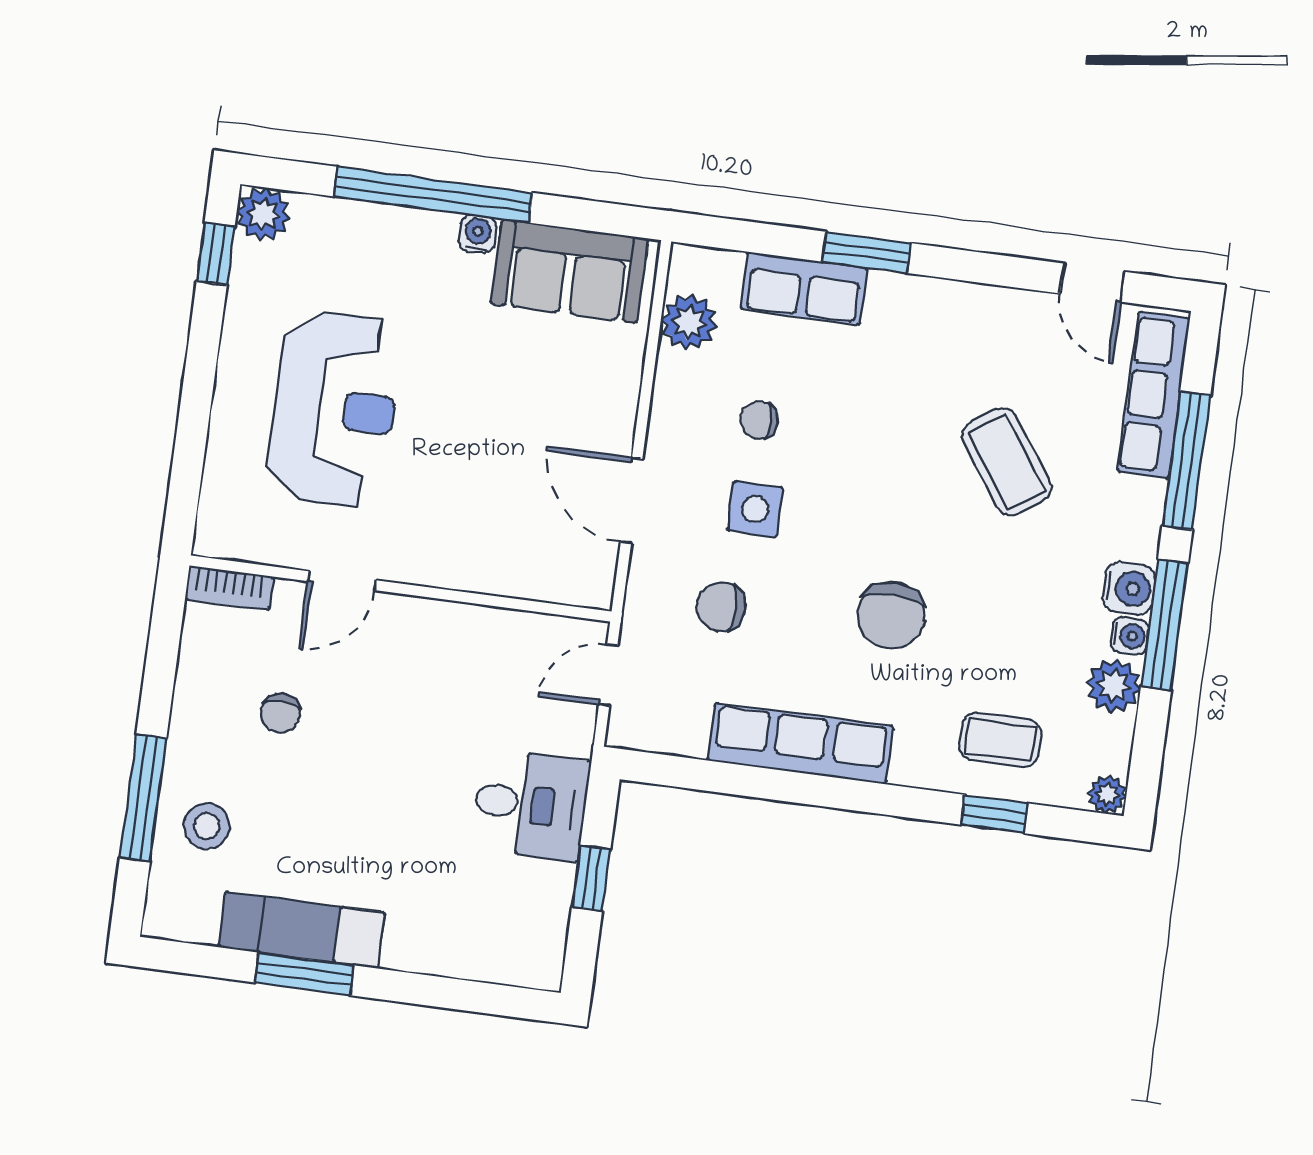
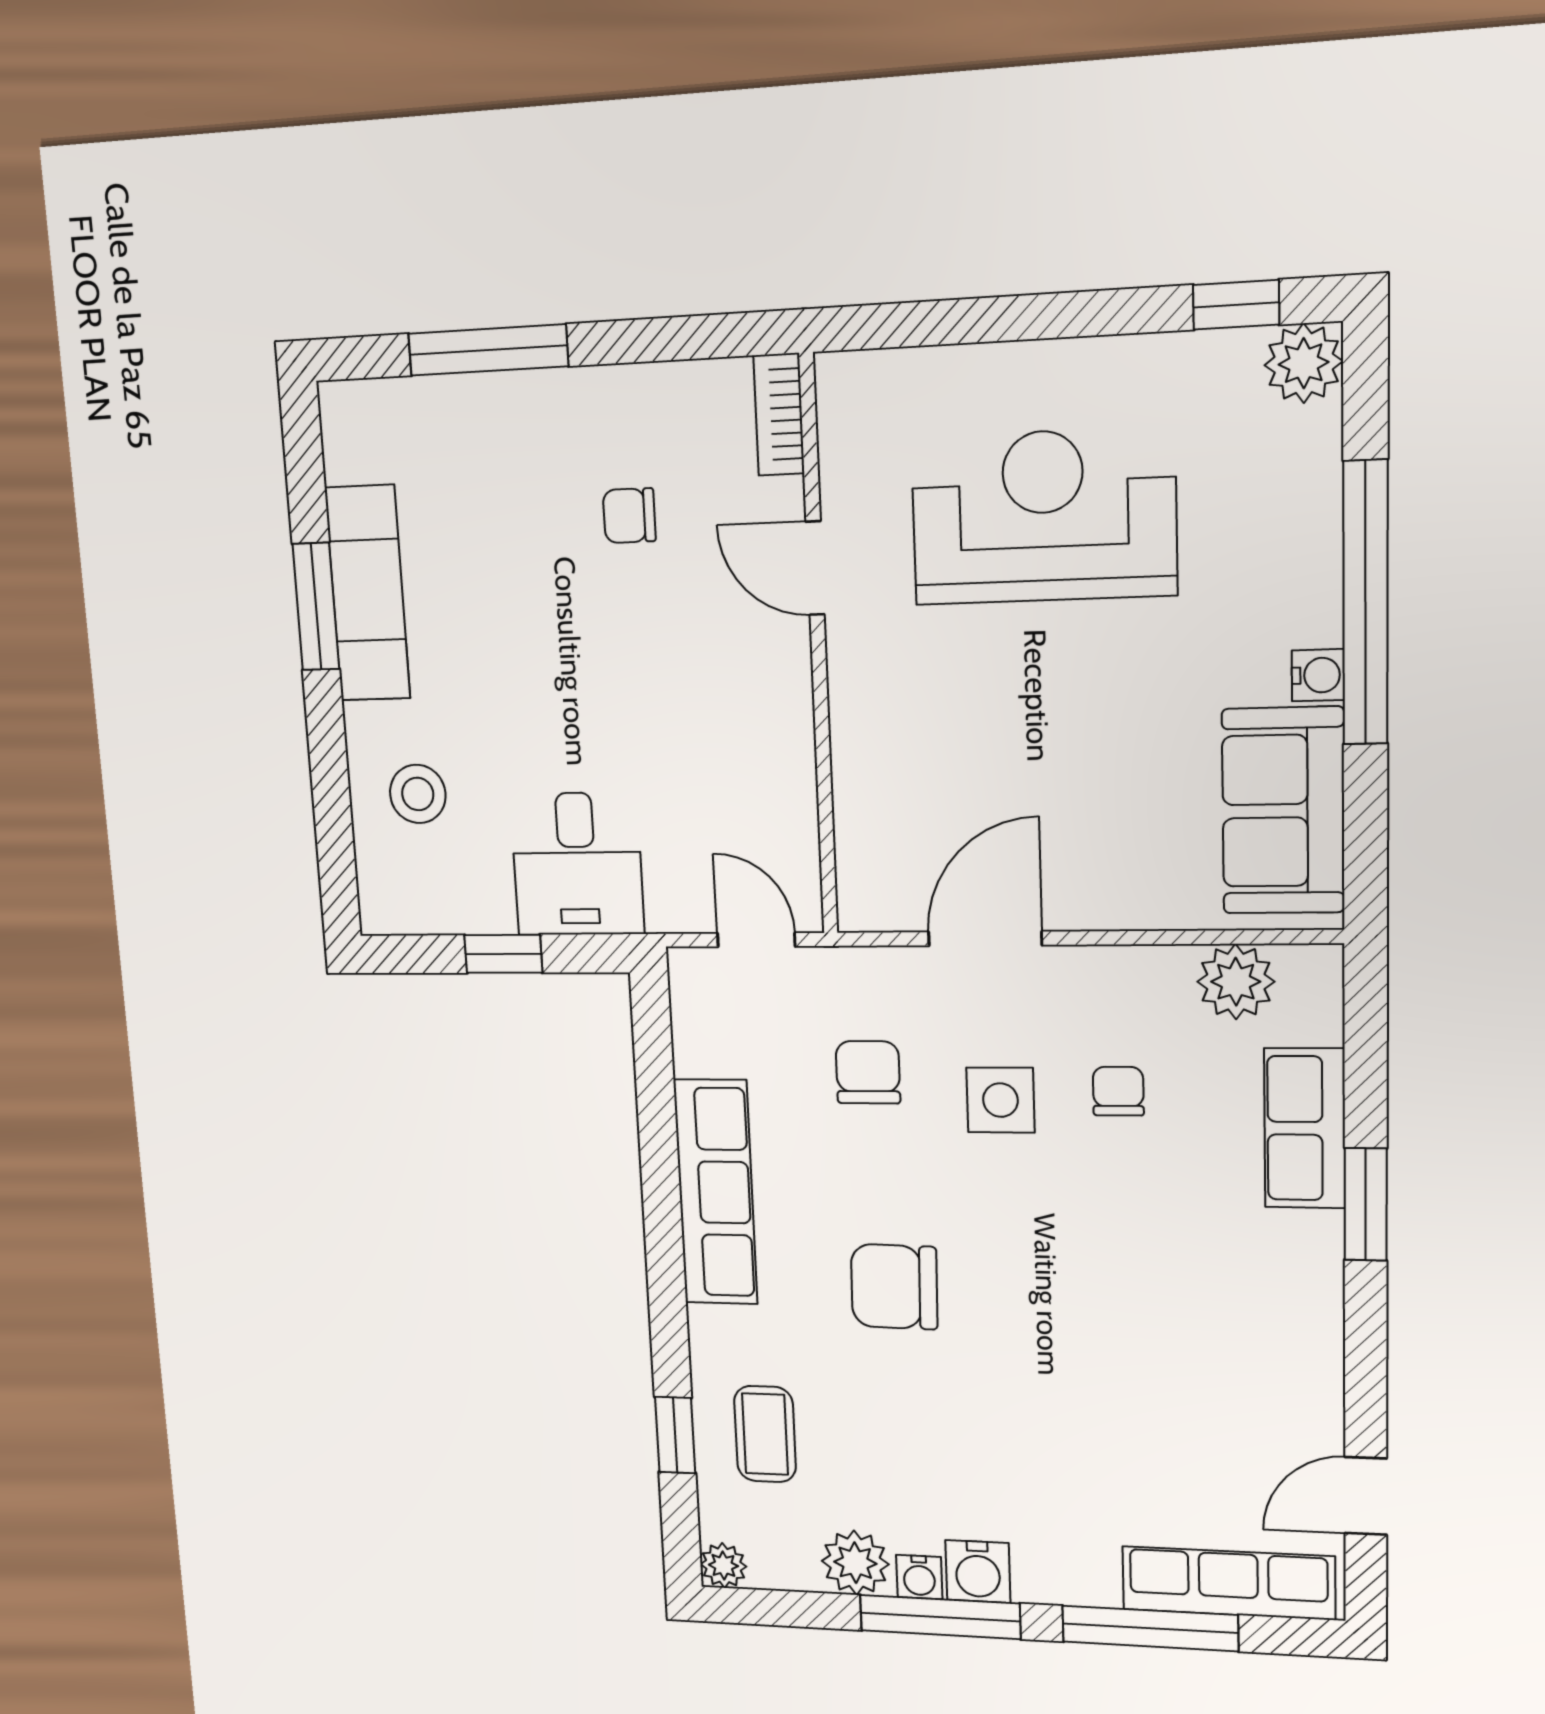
reception desk: (335, 409) -> (1044, 516), turned 180
coffee table: (1007, 462) -> (1114, 1410), removed
stool: (207, 826) -> (418, 794), moved

